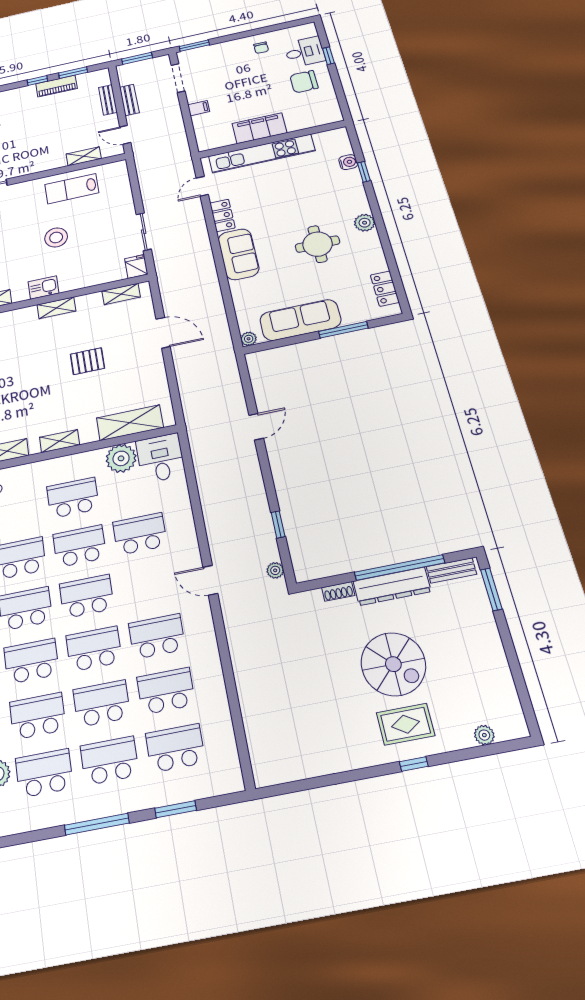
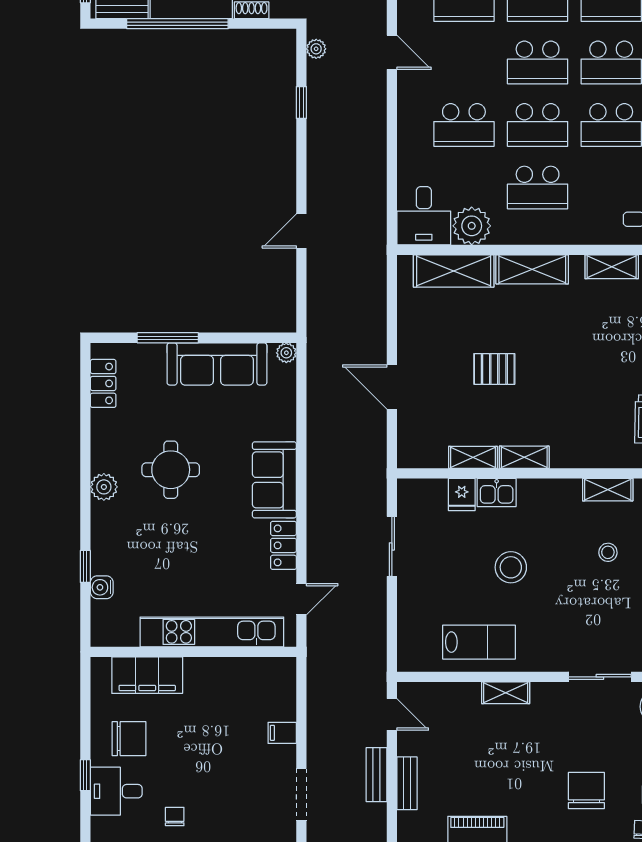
filing cabinet: (259, 128) -> (147, 675), moved
shelving: (84, 156) -> (506, 693), moved
fridge: (136, 266) -> (462, 494), moved
kitchen sink: (44, 288) -> (497, 492), moved
shelving: (121, 294) -> (473, 457), moved
shelving: (60, 441) -> (532, 269), width x1.50, depth x1.33

